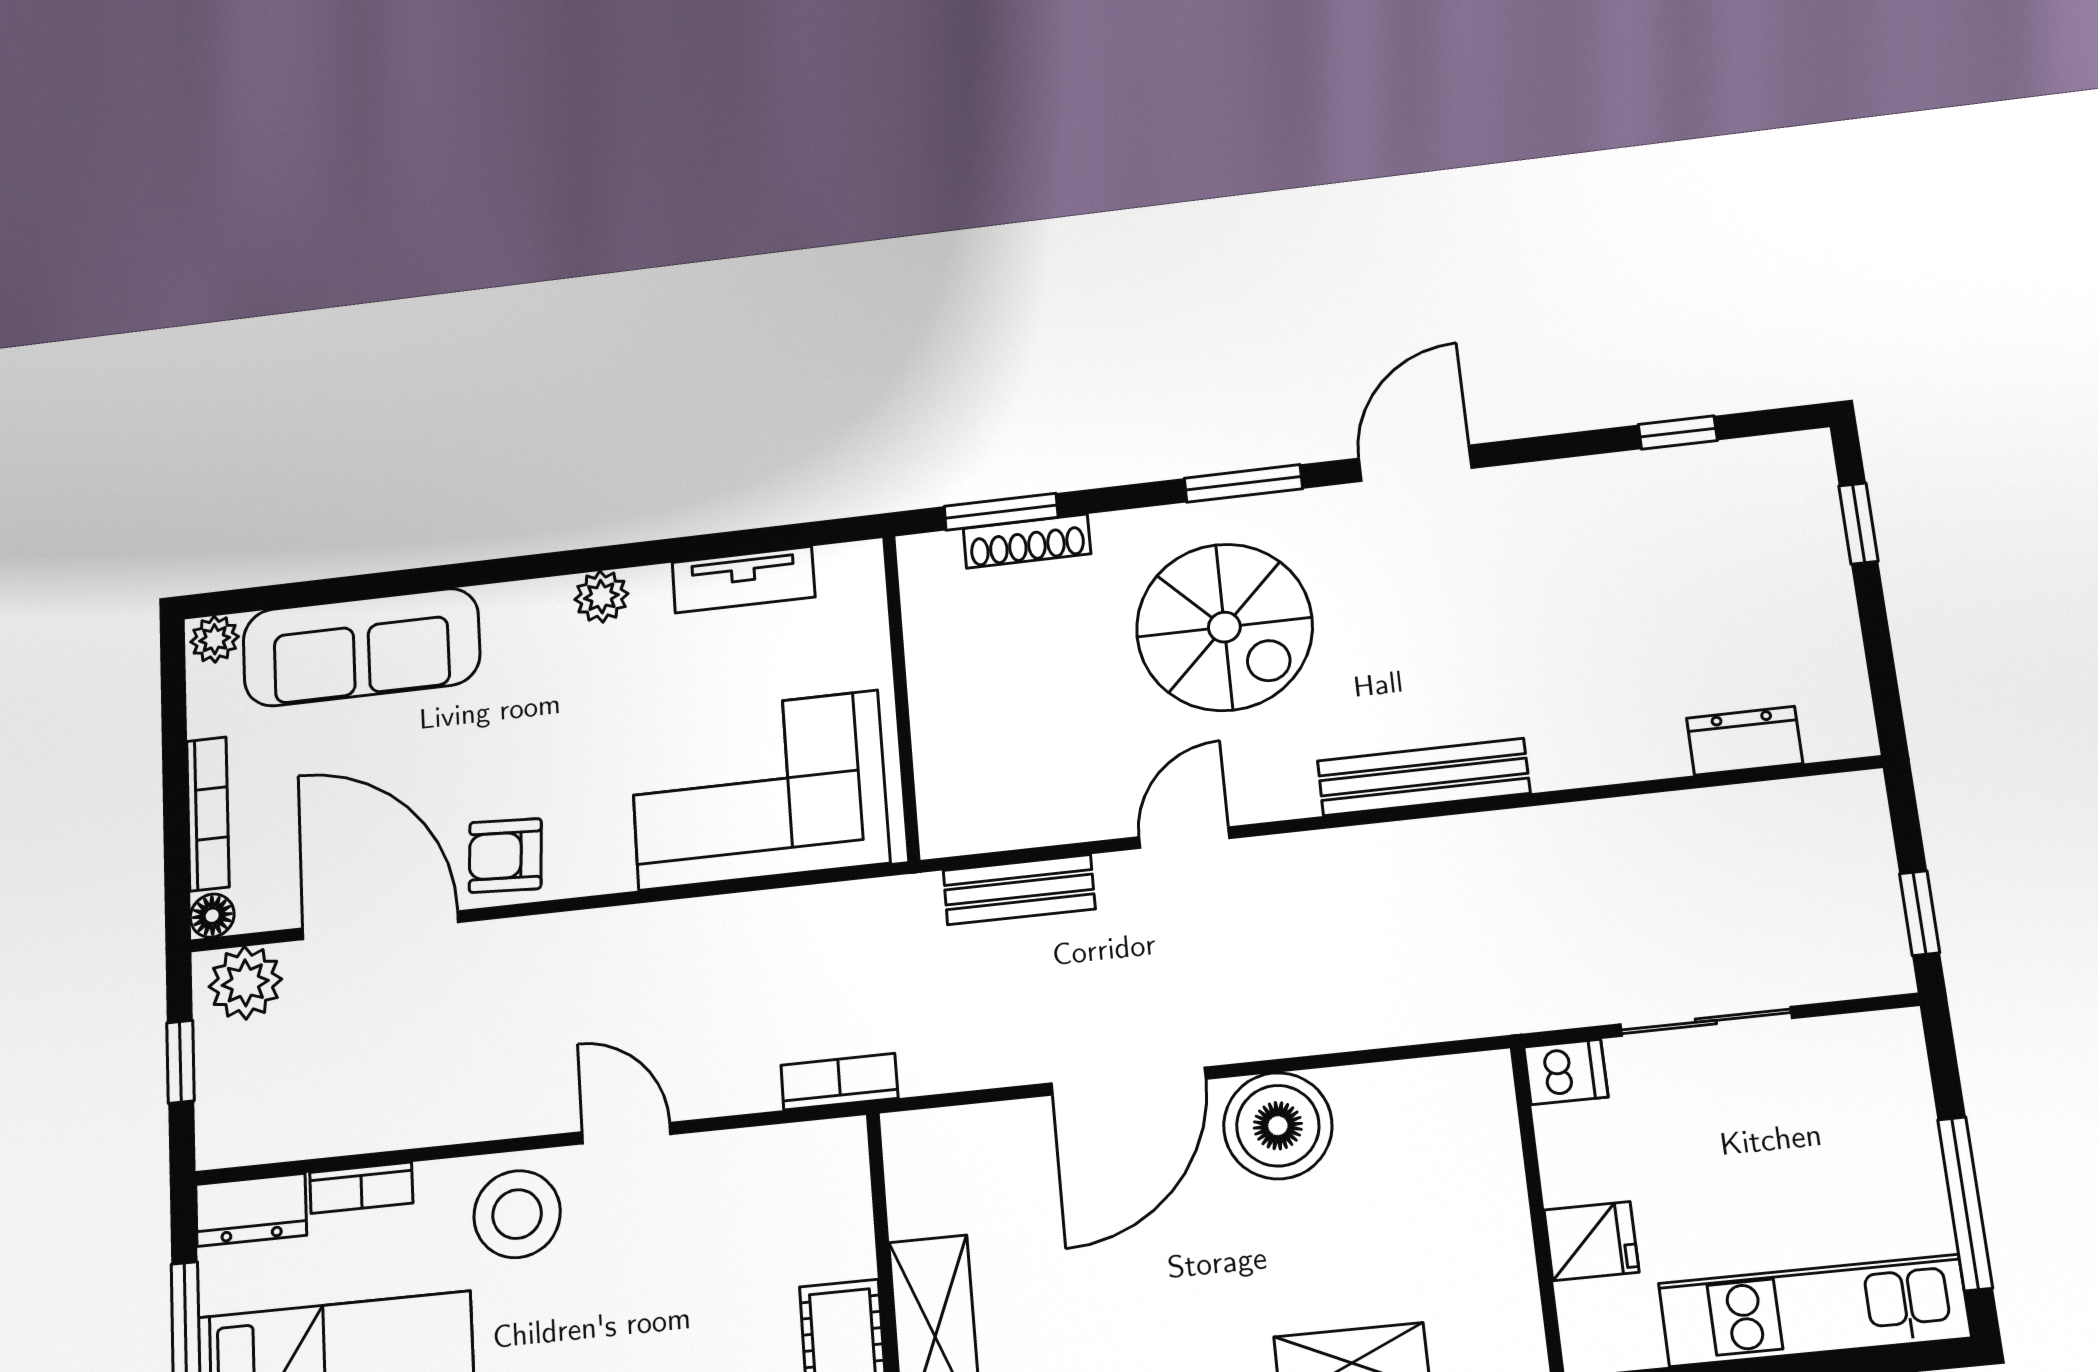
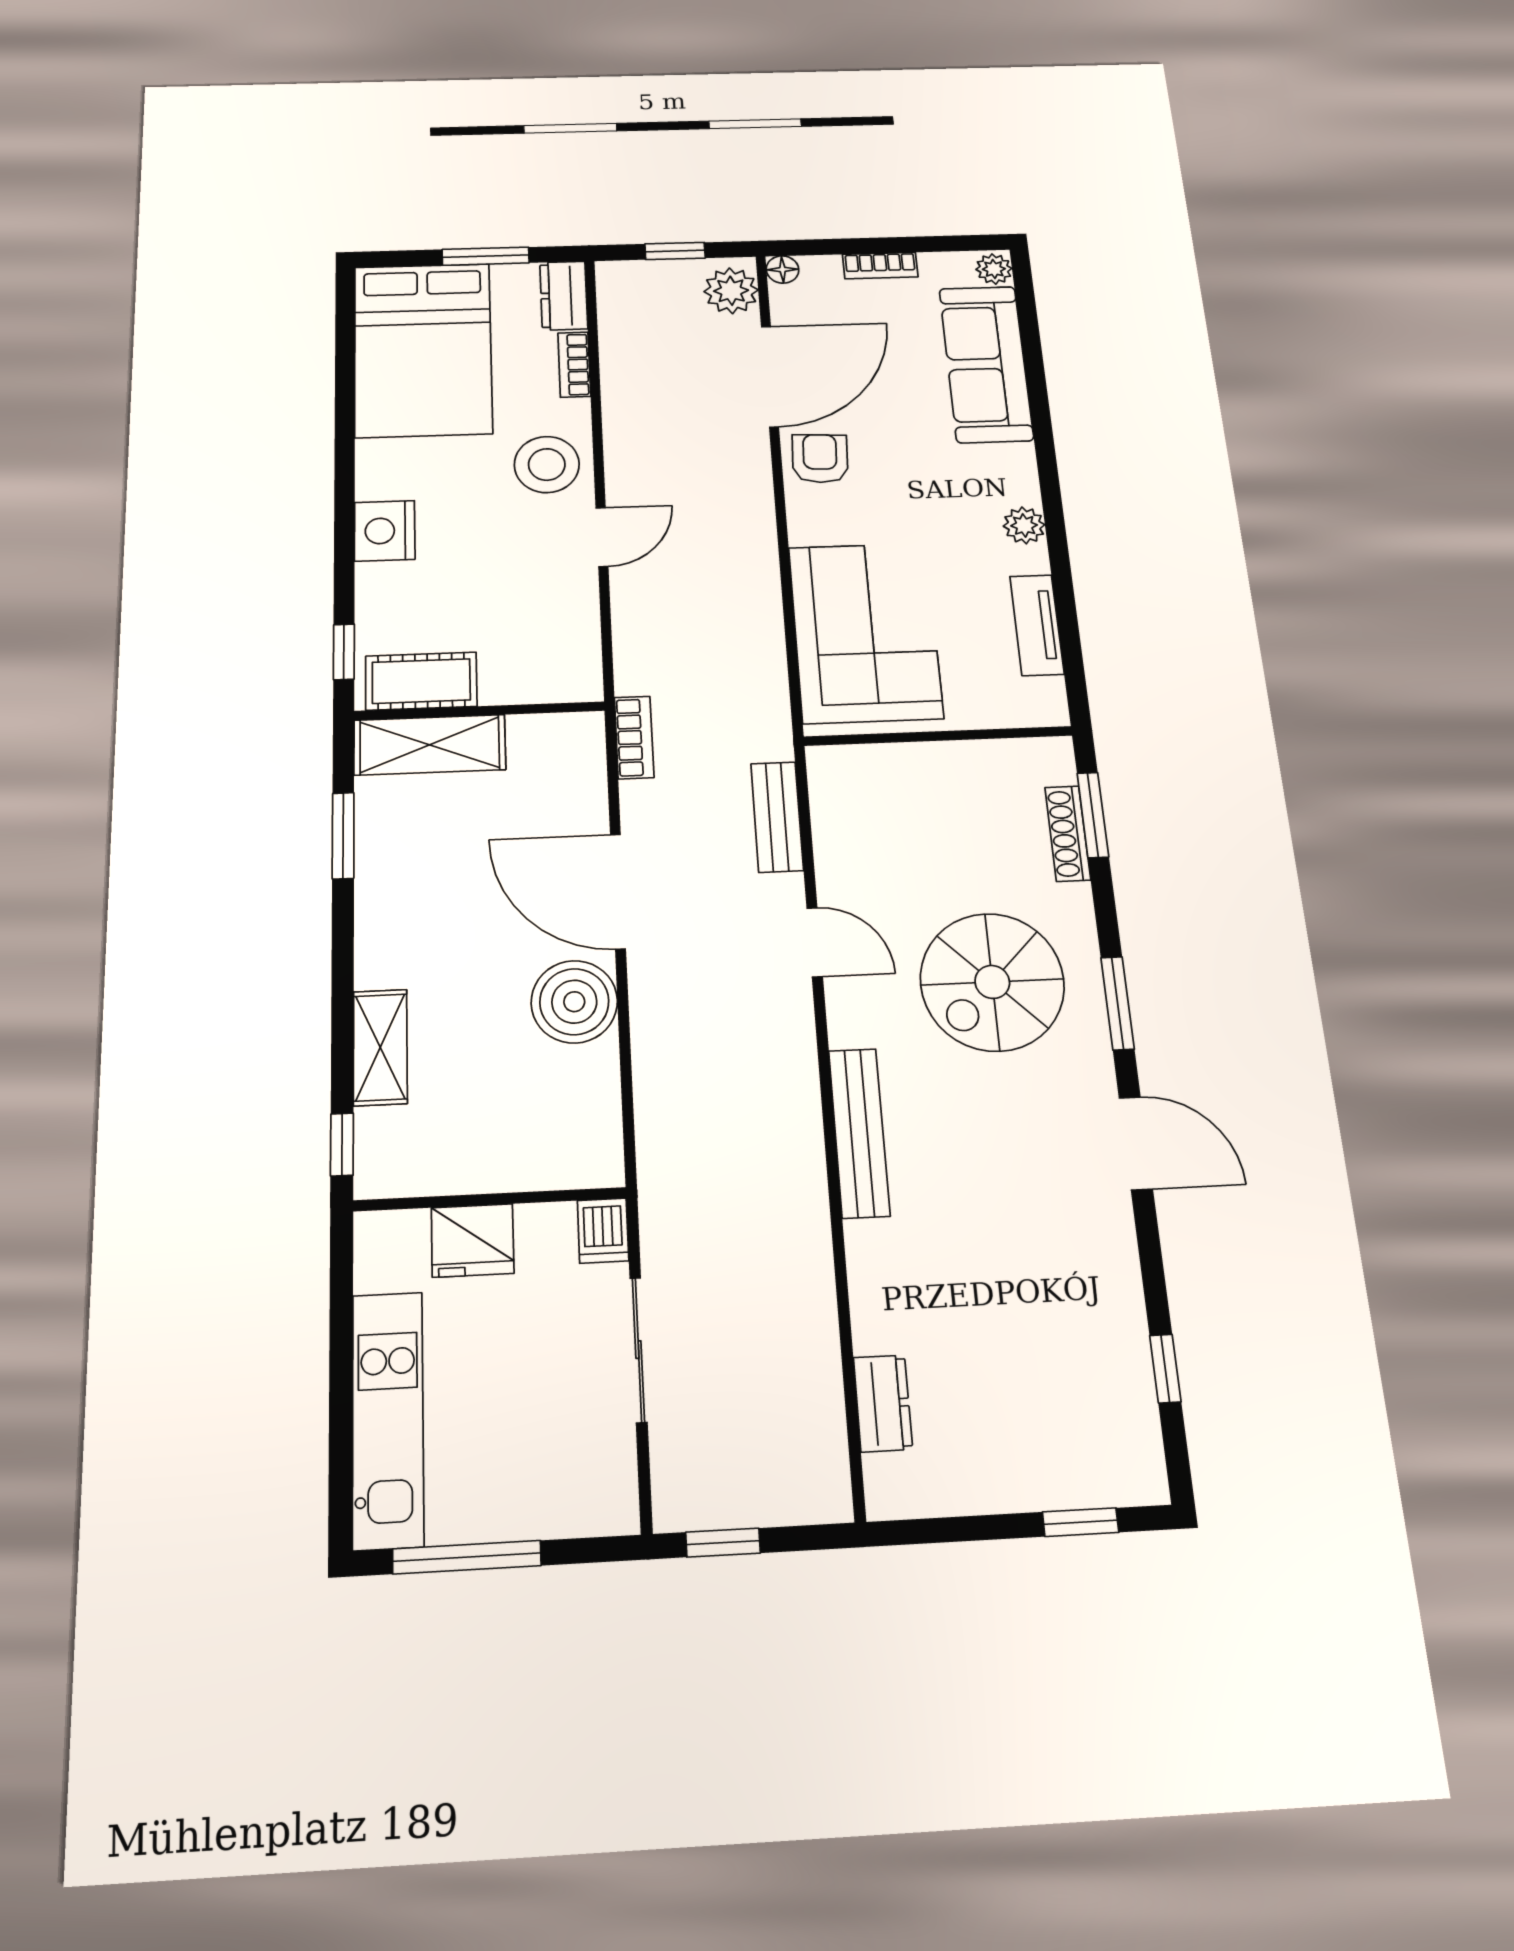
bookcase: (208, 814) -> (880, 266), width x0.64
bookcase: (839, 1082) -> (634, 737), moved
fridge: (1591, 1241) -> (473, 1240), width x1.38

